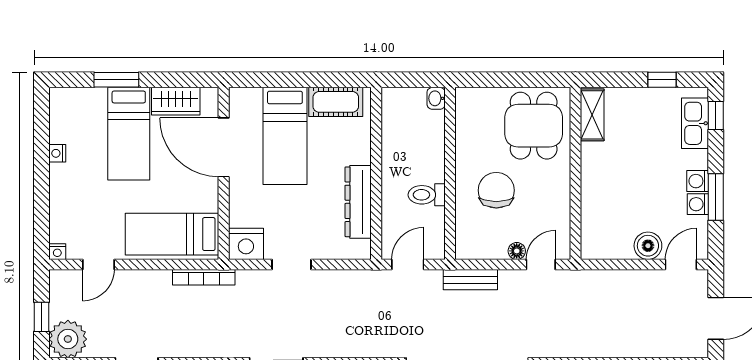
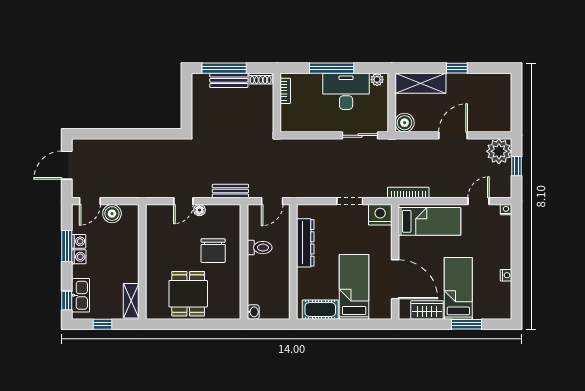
shelving: (592, 115) -> (131, 301), moved
wall: (575, 173) -> (142, 262), moved

